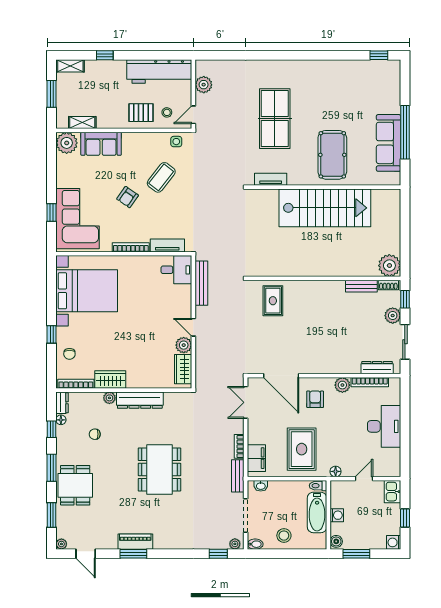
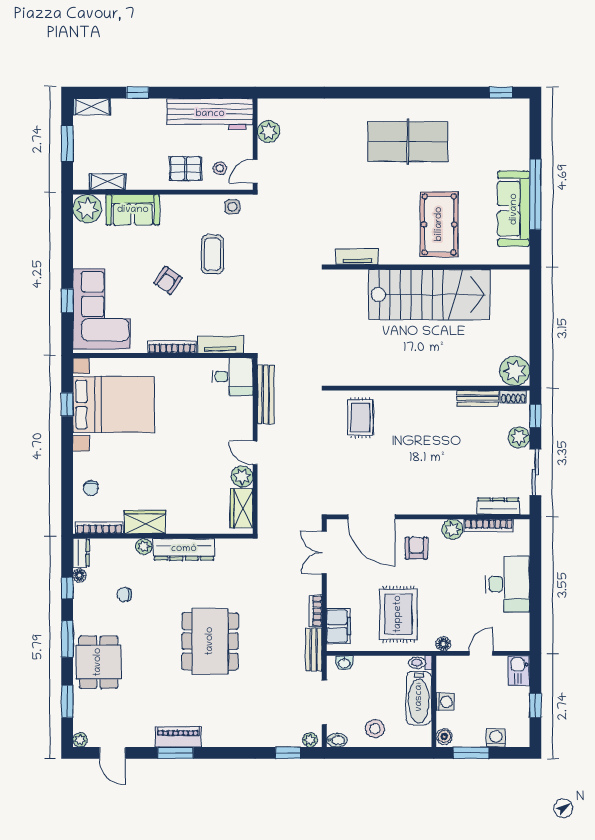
table tennis table: (275, 119) -> (408, 142), moved, turned 90
coffee table: (161, 177) -> (212, 254), turned -38
window: (52, 334) -> (67, 405), moved
washing machine: (394, 542) -> (496, 738), moved, turned 90

